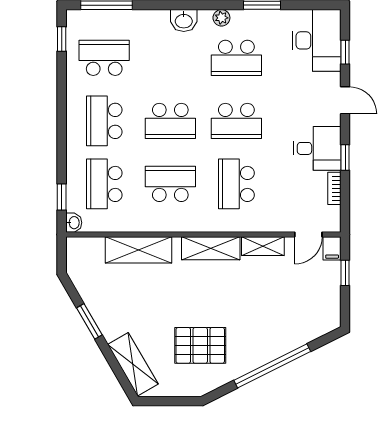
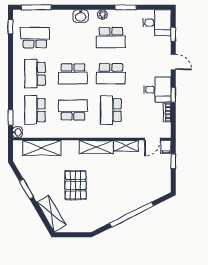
desk: (317, 40) -> (157, 23), width x0.73
shelving: (138, 250) -> (42, 148), moved
pallet: (200, 345) -> (76, 185), moved, turned 90

